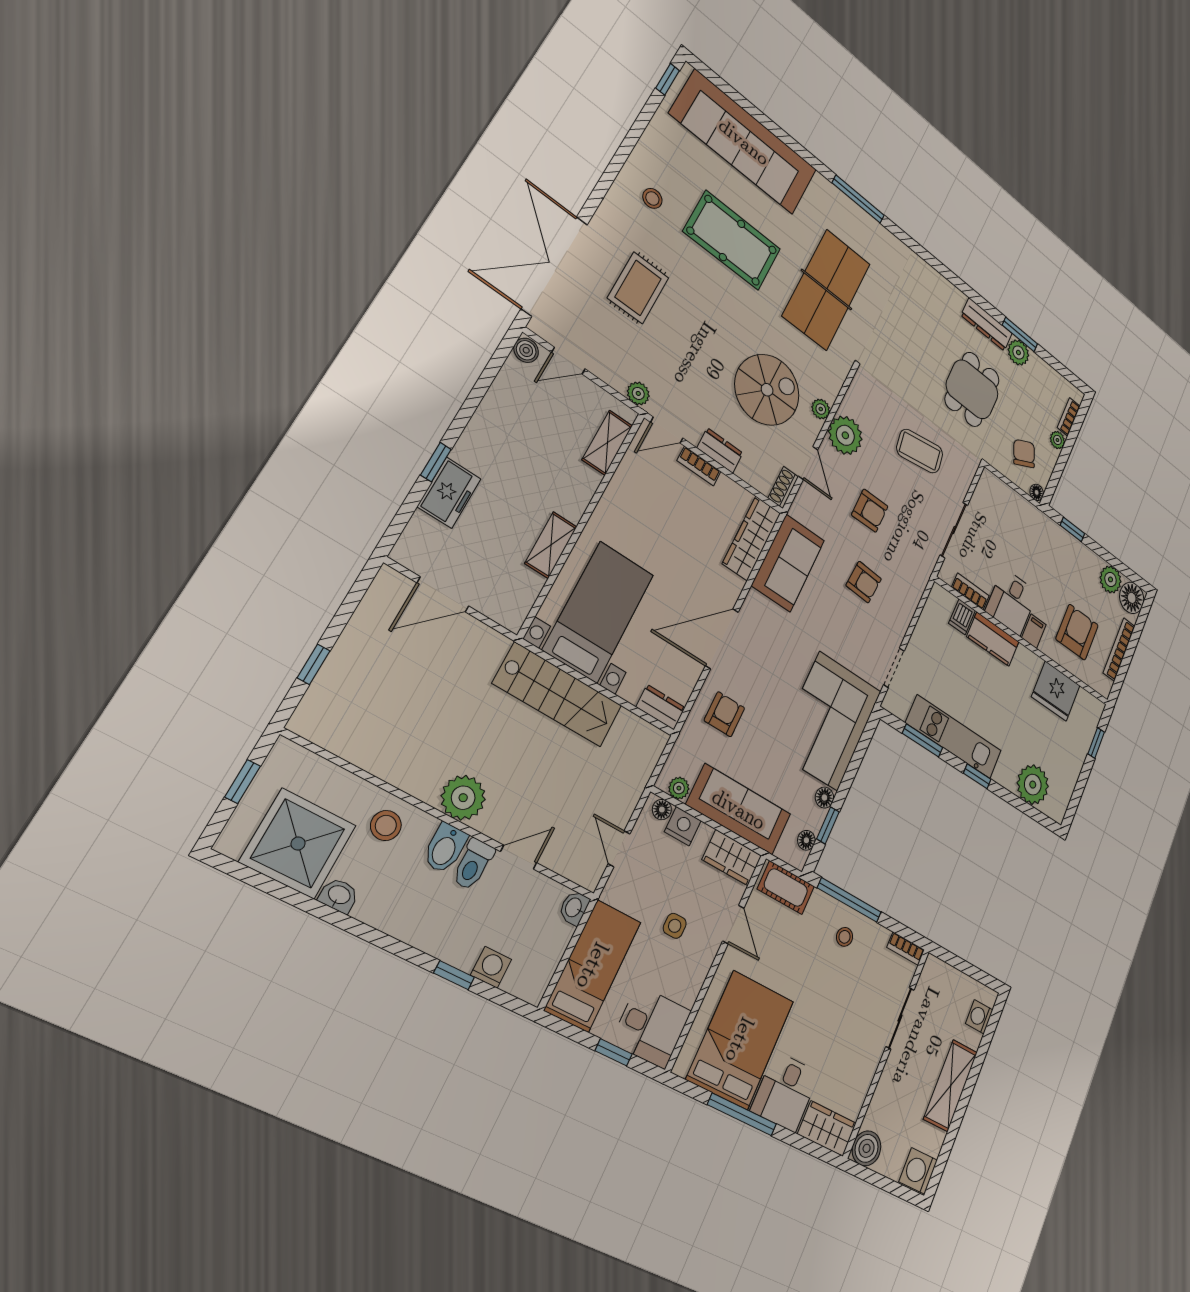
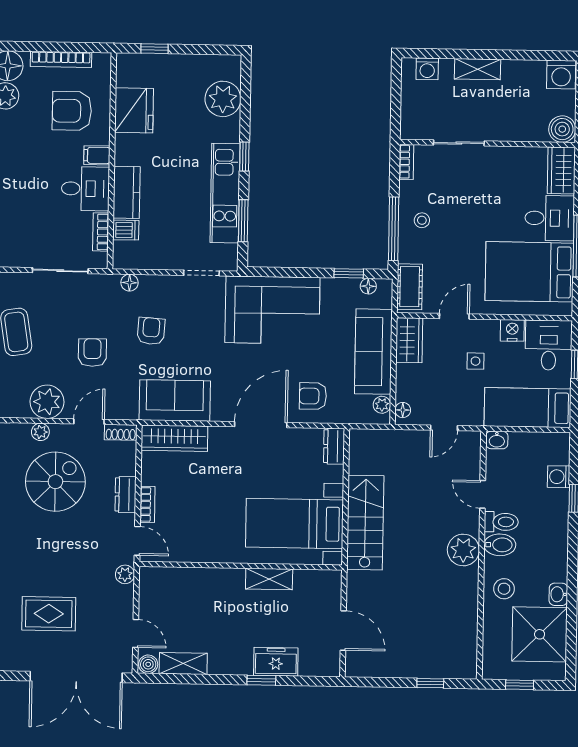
spiral stairs: (767, 390) -> (55, 482), turned 90
shelving: (607, 443) -> (183, 664), moved
door: (722, 639) -> (261, 425), swing flipped
floor lamp: (824, 798) -> (130, 283), moved
nightstand: (683, 826) -> (512, 330), moved, turned 90
shelving: (951, 1085) -> (477, 69), width x0.67, depth x0.75

